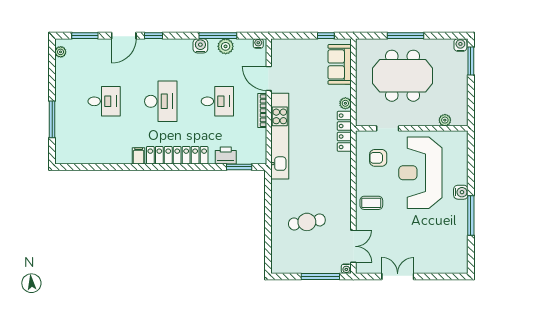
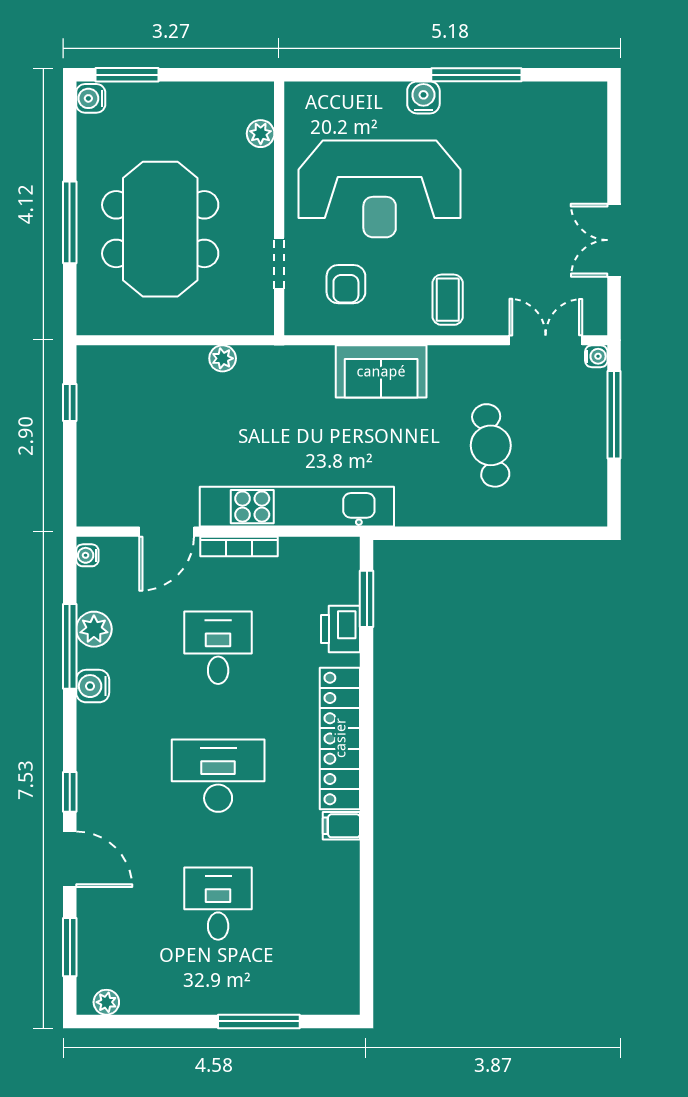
sofa: (340, 64) -> (381, 371), moved
locker: (344, 131) -> (286, 361), removed

